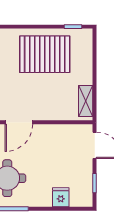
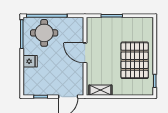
door: (19, 122) -> (85, 53), moved
fridge: (61, 197) -> (30, 61), moved

